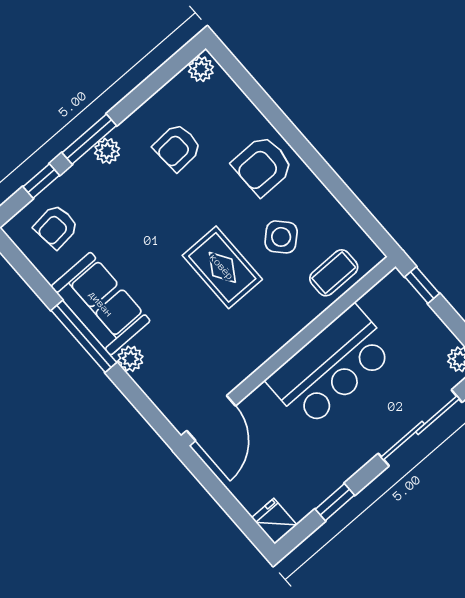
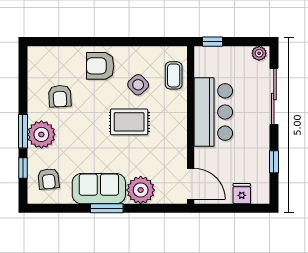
plant: (201, 69) -> (35, 56), removed
plant: (107, 151) -> (41, 134), width x1.87, depth x1.87
armchair: (263, 166) -> (100, 66), turned 90
window: (84, 336) -> (107, 208), width x0.69
plant: (130, 359) -> (141, 190), width x1.88, depth x1.88
fridge: (274, 521) -> (242, 194), moved, turned 90

